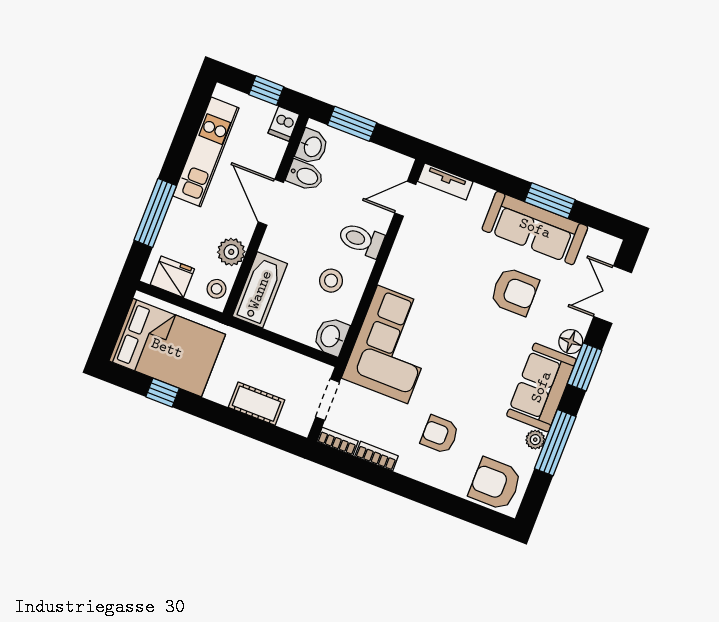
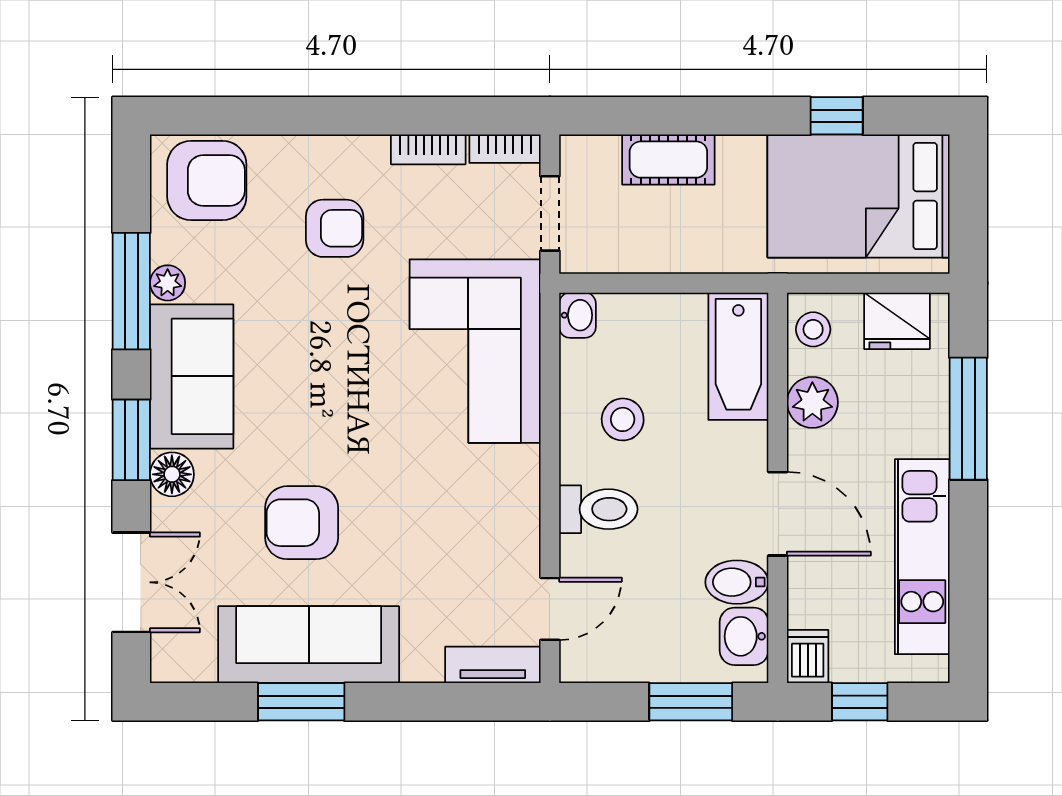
washbasin: (331, 336) -> (577, 315), width x0.72, depth x0.69

